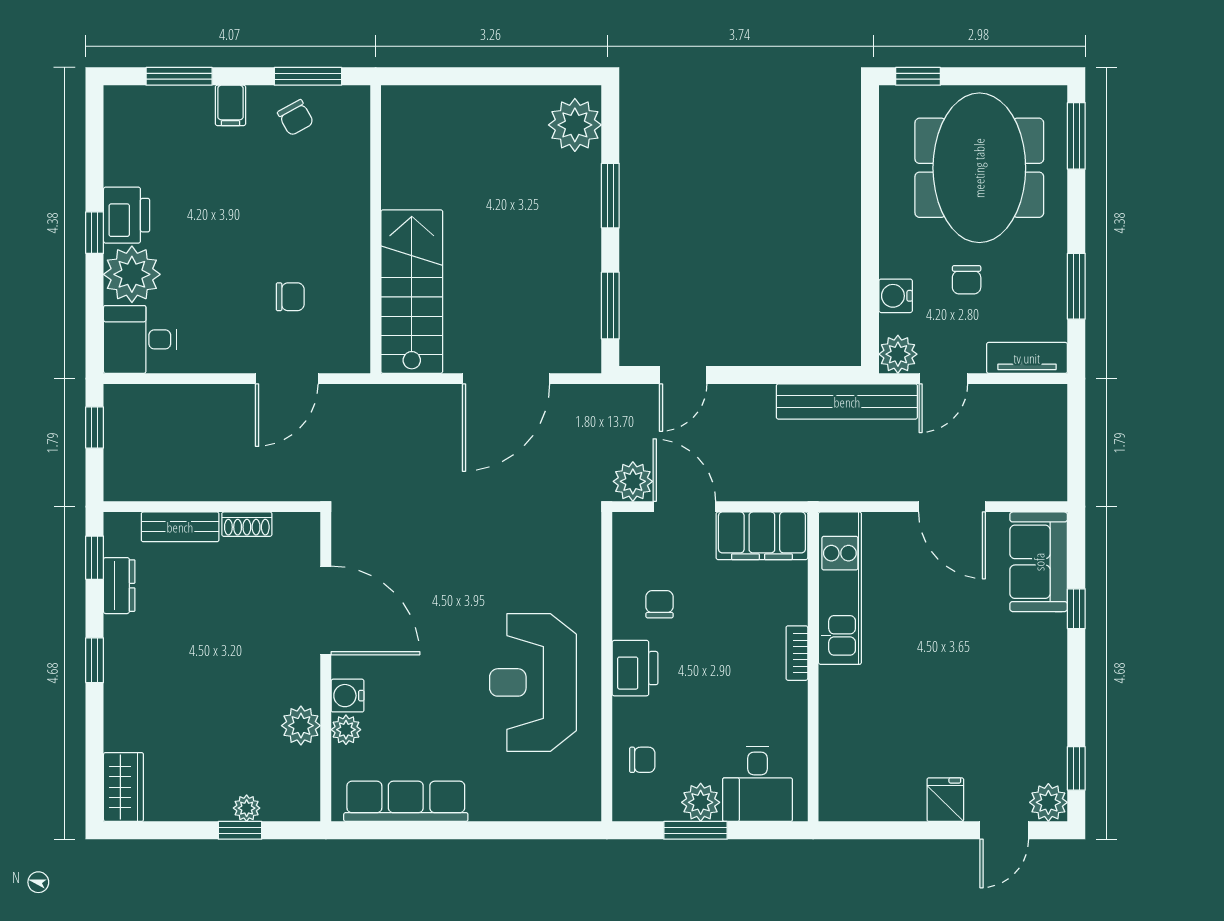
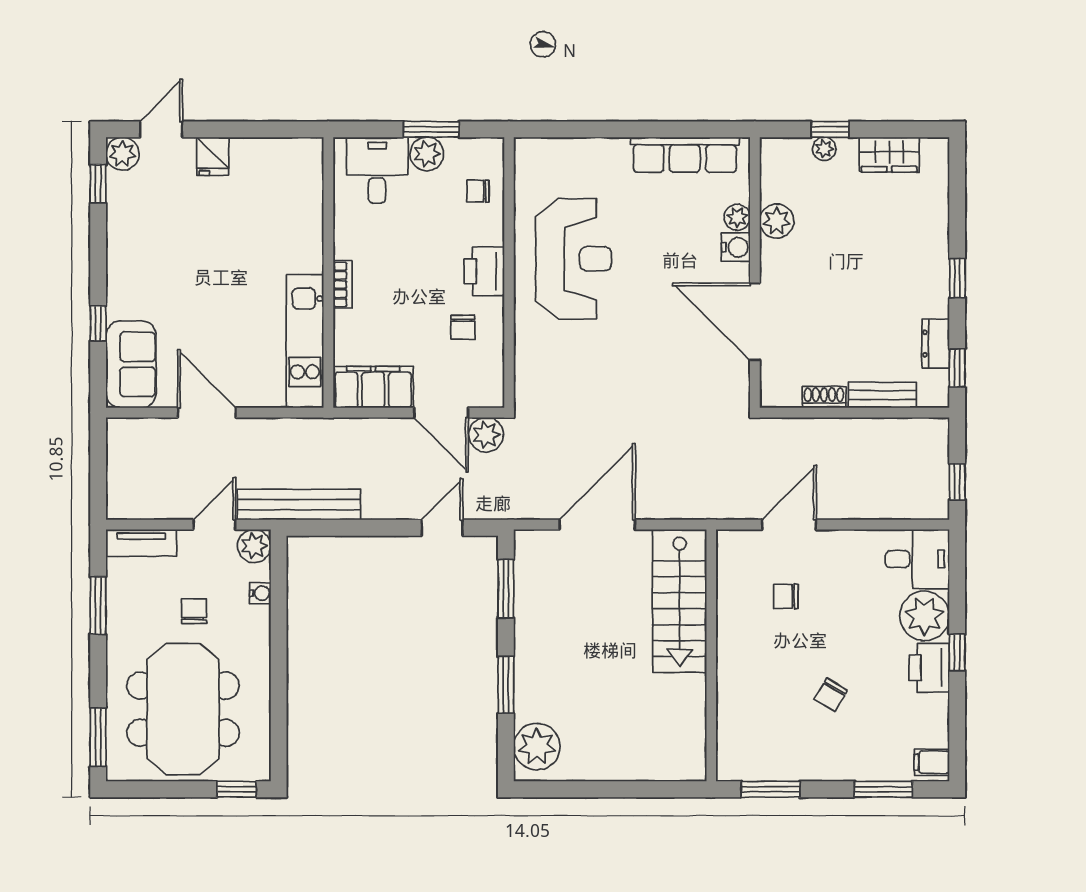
filing cabinet: (230, 105) -> (932, 762), moved, turned -90
chair: (296, 118) -> (831, 695), moved, turned -120
water cooler: (896, 296) -> (260, 593), width x0.72, depth x0.72
wardrobe: (123, 787) -> (889, 155), moved, turned -90

